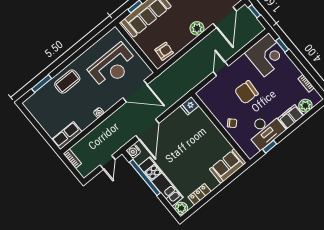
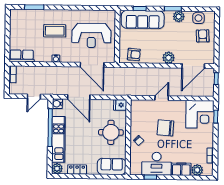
coffee table: (67, 82) -> (55, 31), moved
door: (147, 129) -> (79, 97), hinge flipped
round table: (202, 137) -> (111, 132), added

